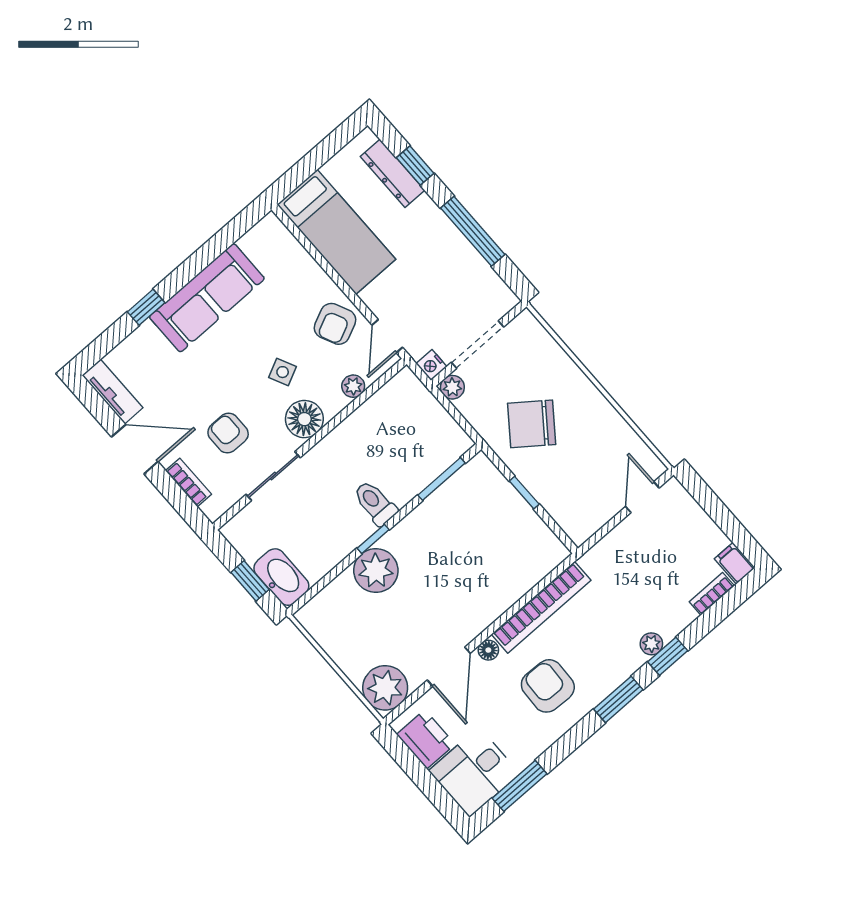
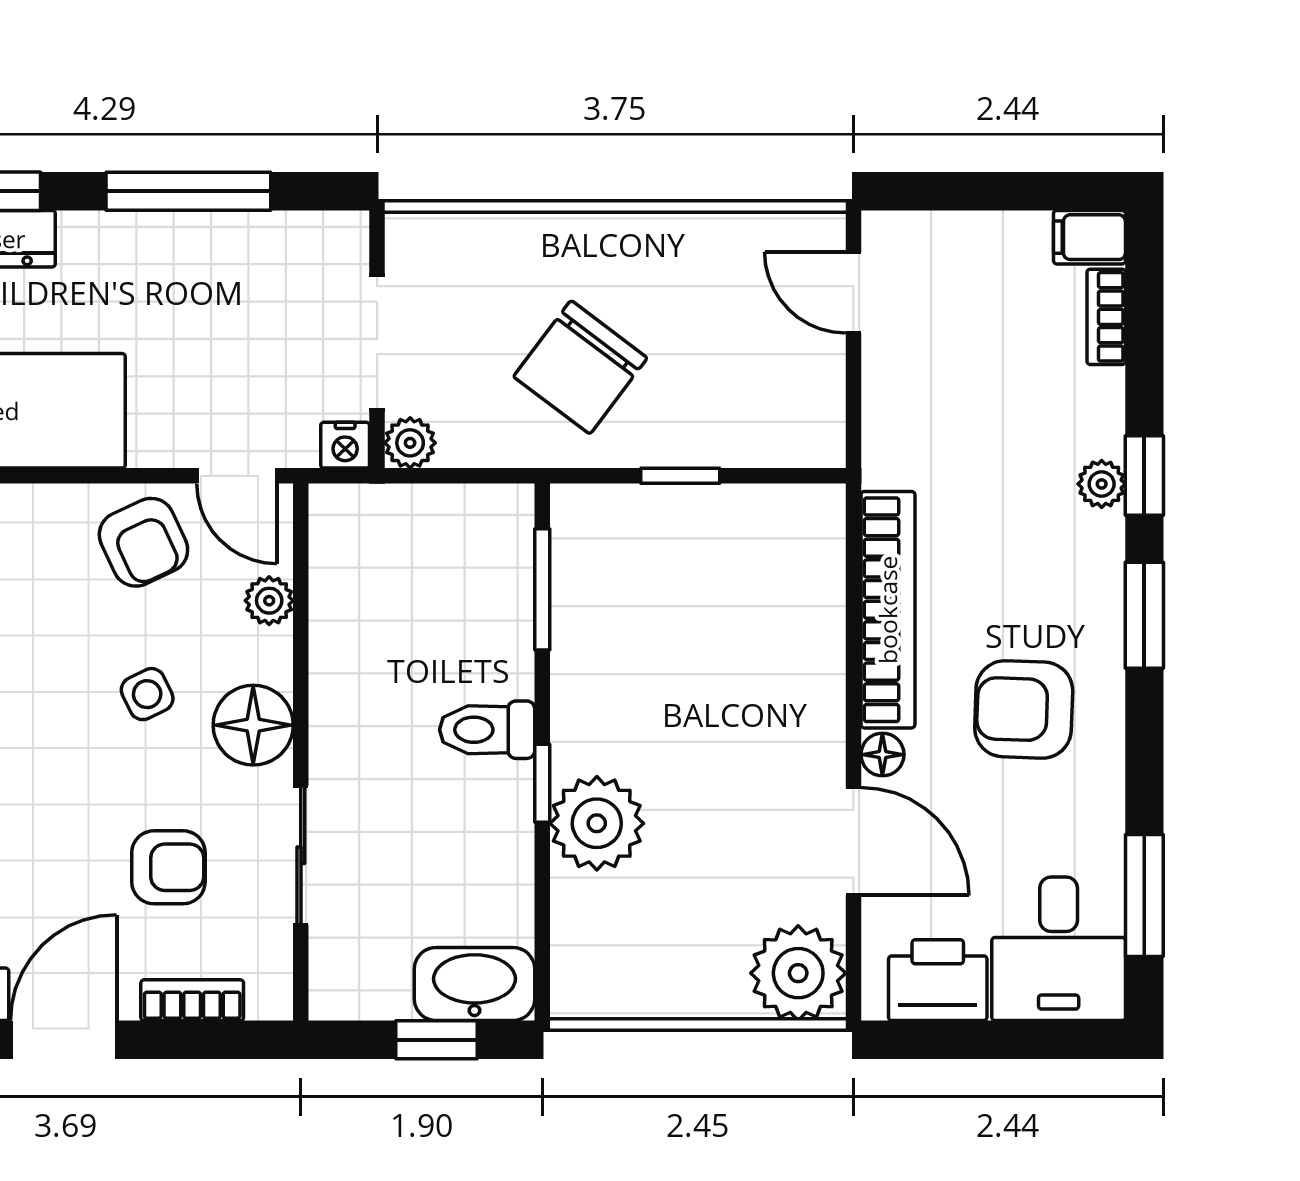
armchair: (228, 433) -> (168, 867), turned 180

